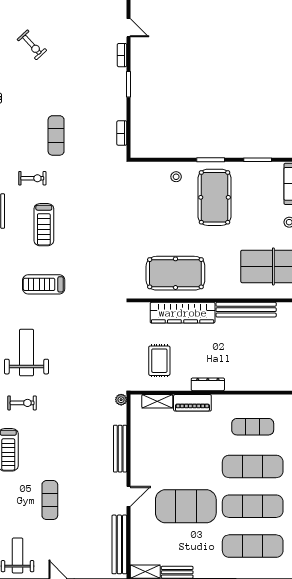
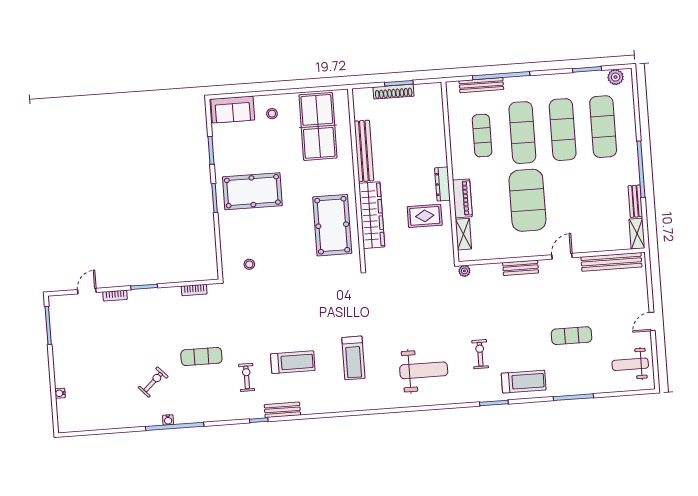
exercise bike: (32, 45) -> (153, 382), moved
stool: (176, 177) -> (249, 264), moved
weight bench: (27, 353) -> (424, 370), turned 180
rug: (159, 361) -> (425, 216), moved
exercise bike: (22, 403) -> (480, 354), moved
bench: (120, 449) -> (521, 268), width x0.73
door: (129, 496) -> (562, 256), hinge flipped
exercise mat: (186, 506) -> (527, 200), moved

